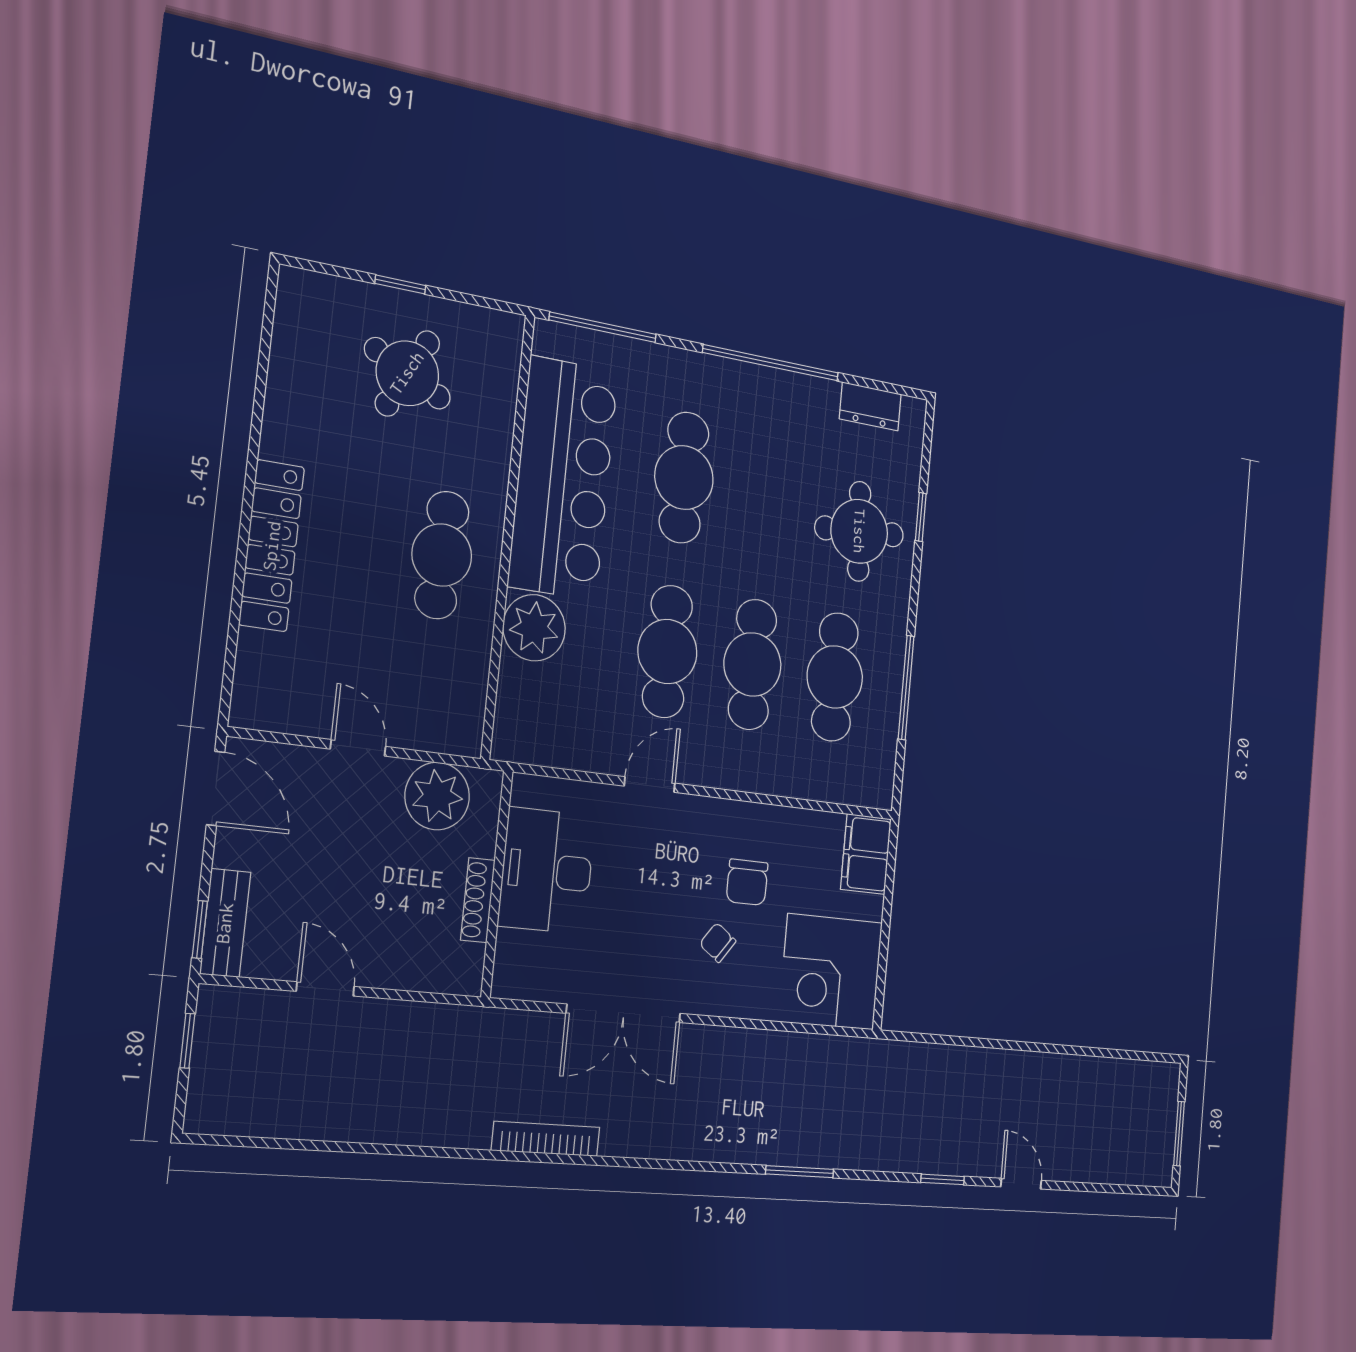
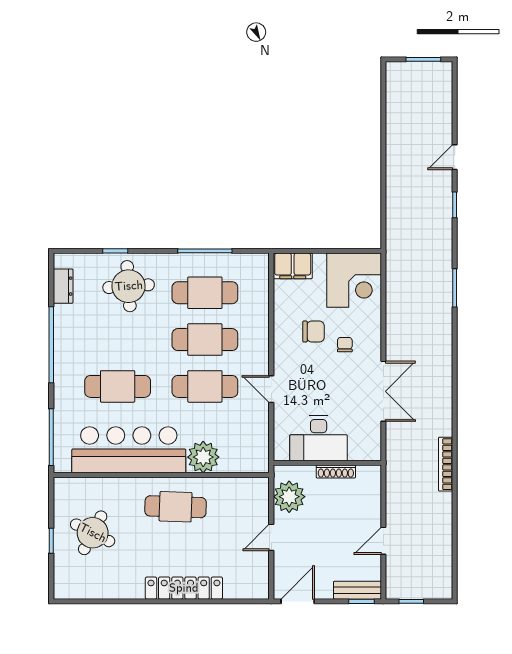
chair: (718, 943) -> (345, 345), turned 144
bookcase: (546, 1139) -> (446, 464), moved

